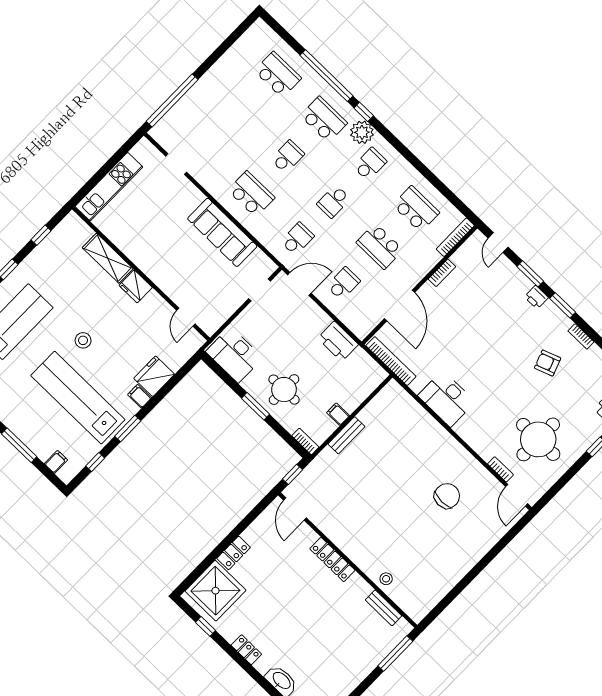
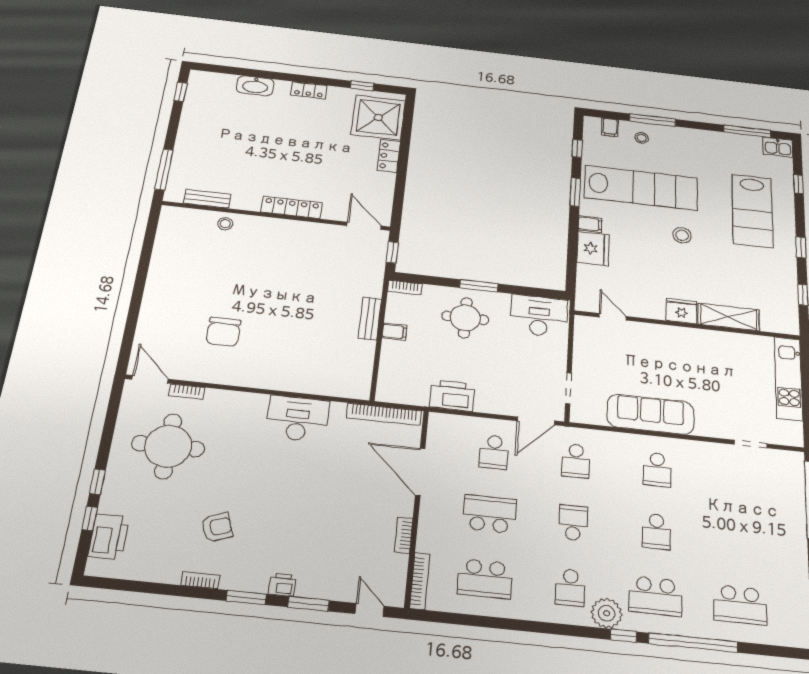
school desk: (251, 194) -> (657, 470), width x0.54
stool: (41, 437) -> (642, 138), added

